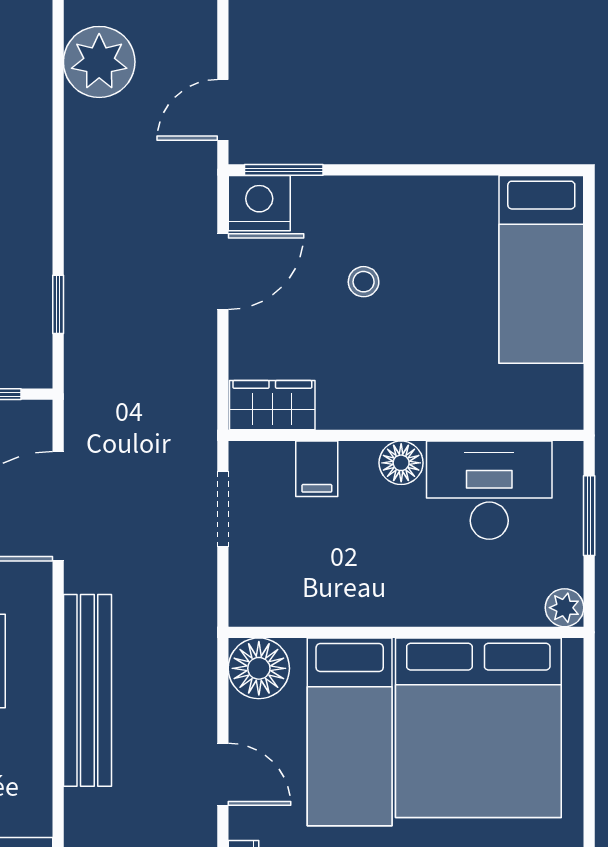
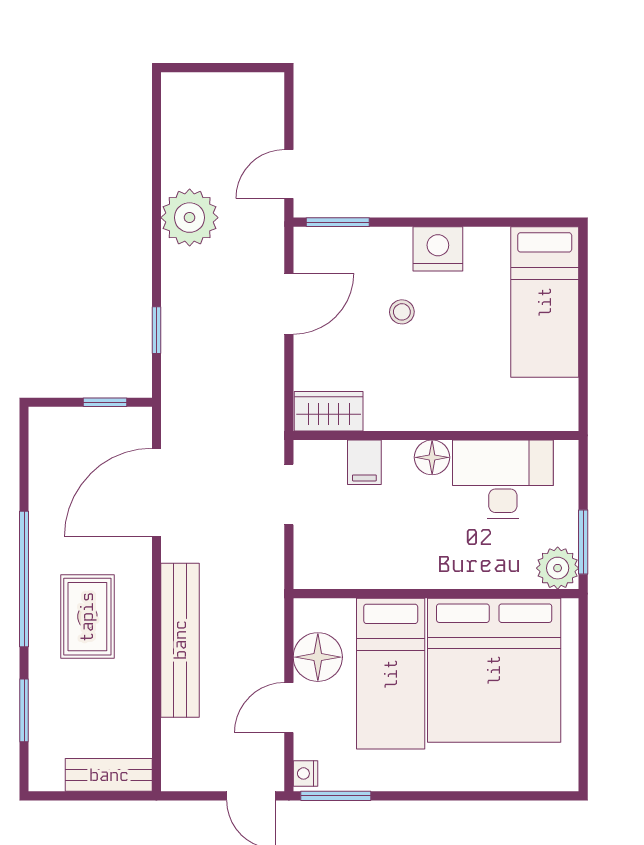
plant: (99, 62) -> (190, 218), moved
nightstand: (259, 203) -> (438, 249), moved
window: (589, 516) -> (583, 542), moved
plant: (565, 608) -> (558, 568), width x1.38, depth x1.38
floor lamp: (259, 668) -> (318, 657), moved
door: (223, 774) -> (289, 708), swing flipped

